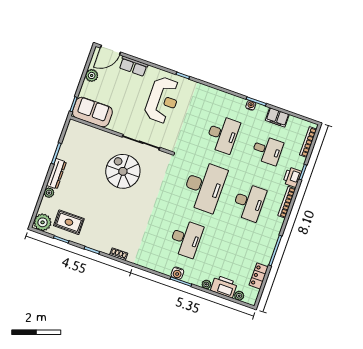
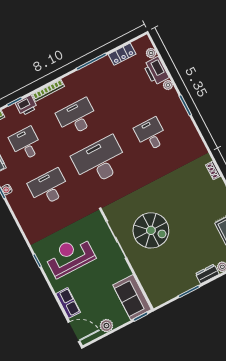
spiral stairs: (123, 171) -> (151, 230), turned -90
dresser: (56, 174) -> (207, 274), width x0.70
desk: (186, 239) -> (151, 134), width x0.73
water cooler: (177, 273) -> (182, 114), removed

